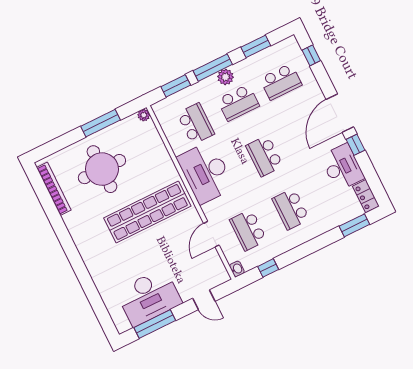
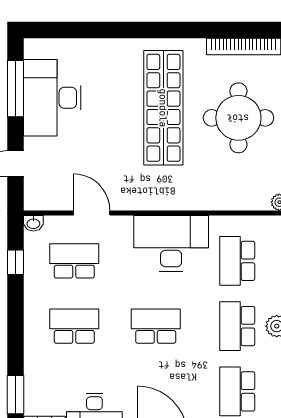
school desk: (196, 124) -> (237, 261), turned 90
shop shelf: (147, 212) -> (163, 108), moved

